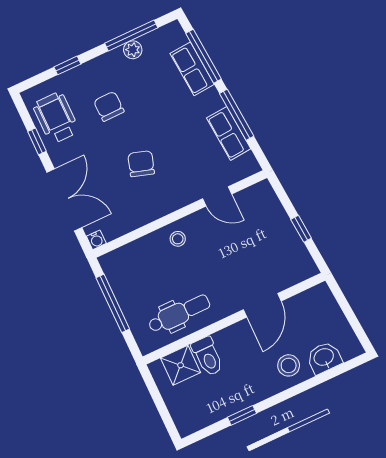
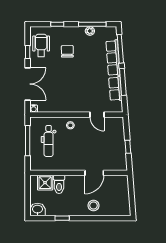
row of seats: (192, 69) -> (113, 58), width x1.48
chair: (141, 164) -> (70, 84), removed
dental chair: (179, 314) -> (49, 141), moved, turned 90
washbasin: (324, 358) -> (37, 209), moved

